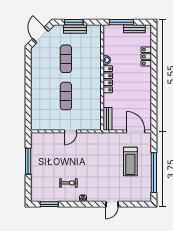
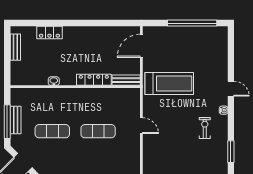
window: (74, 22) -> (7, 122), width x1.44
window: (121, 22) -> (7, 63), removed
locker: (108, 79) -> (94, 80), moved
treadmill: (130, 162) -> (169, 84), moved, width x1.37, depth x1.38
door: (112, 204) -> (231, 89), moved

